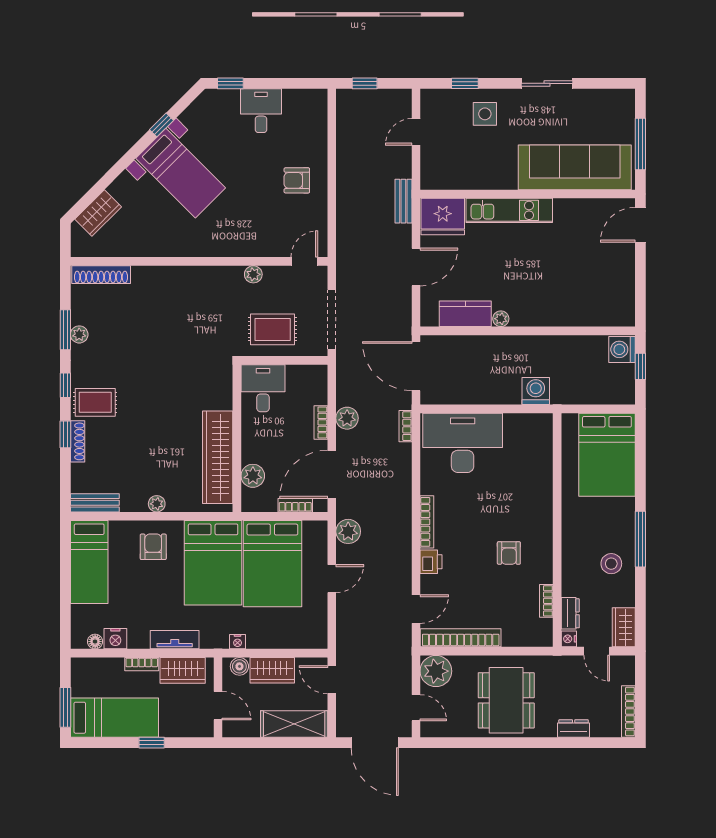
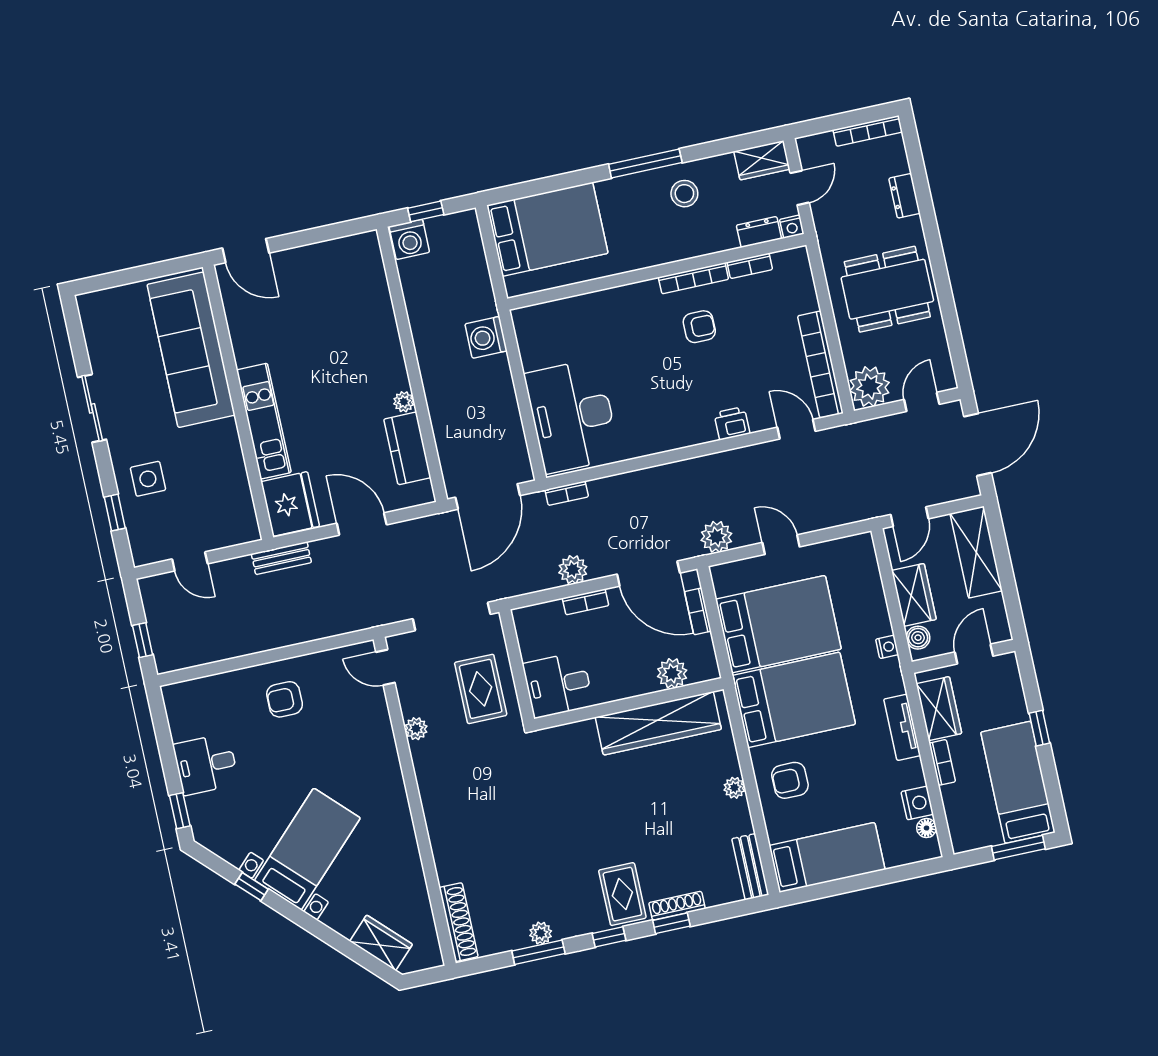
window: (640, 144) -> (143, 273), removed
armchair: (297, 180) -> (285, 699), turned 90
bookcase: (427, 522) -> (693, 278), moved, turned 180

